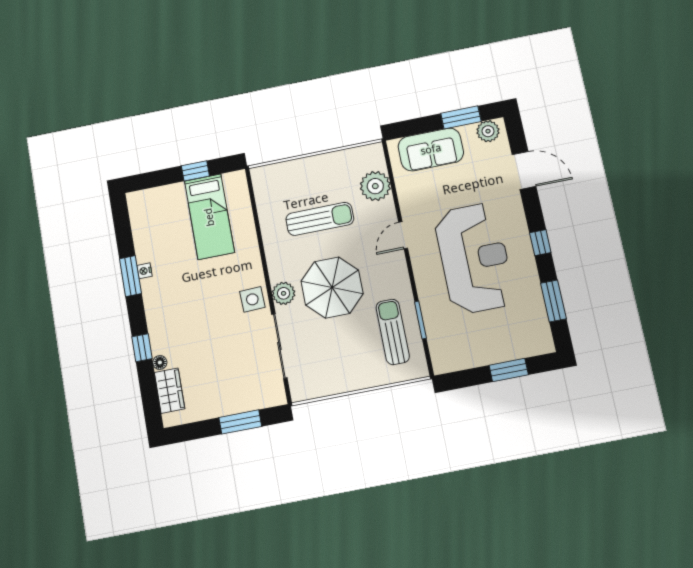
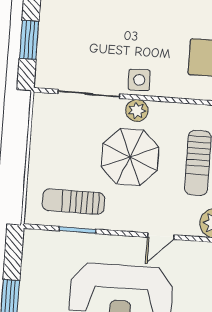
door: (403, 235) -> (161, 236), swing flipped
sun lounger: (393, 332) -> (73, 202), turned 180

